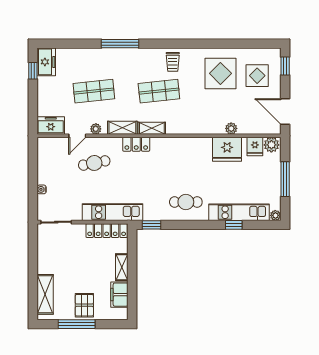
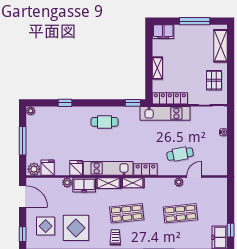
freezer: (51, 125) -> (84, 185), moved
shelving: (122, 128) -> (108, 183), moved
fridge: (227, 149) -> (76, 168), width x0.53, depth x0.75
kitchen unit: (239, 212) -> (108, 168), moved, turned 180
filing cabinet: (119, 295) -> (163, 32), moved, turned 90
pallet: (84, 305) -> (214, 80), moved

